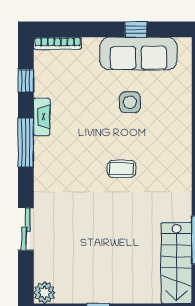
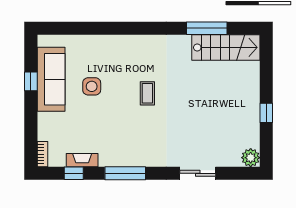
bookcase: (57, 43) -> (42, 154), width x0.64
fireplace: (42, 117) -> (82, 160), moved

